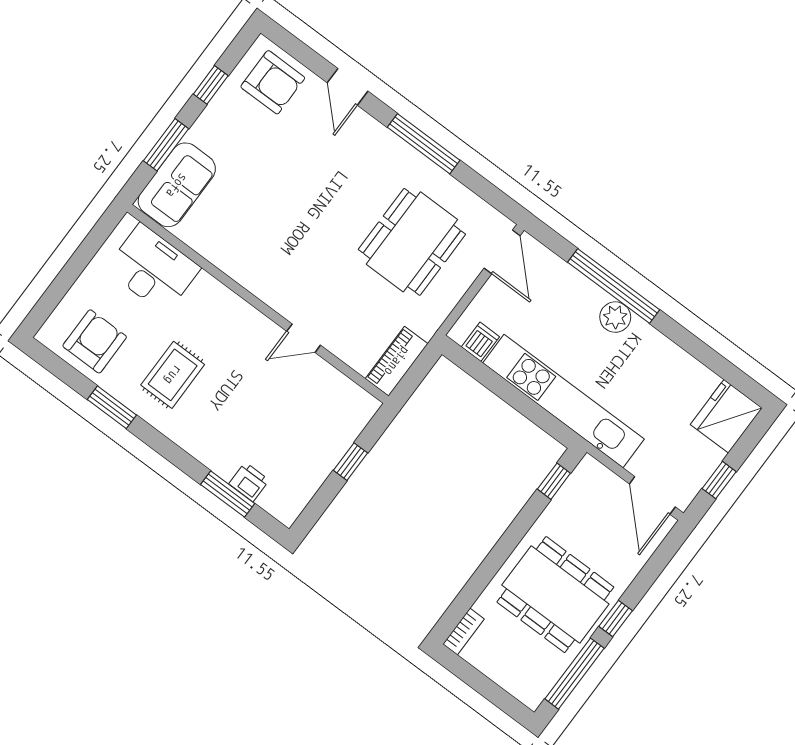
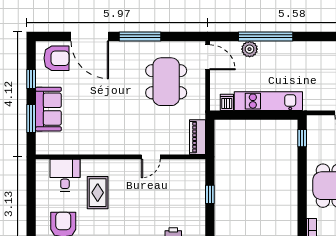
door: (348, 87) -> (90, 36), width x1.87
sofa: (177, 185) -> (48, 109), moved
desk: (153, 269) -> (65, 175), width x0.73
plant: (615, 317) -> (250, 49), moved
rug: (173, 375) -> (98, 193), moved
kitchen unit: (564, 401) -> (268, 101), width x0.73

